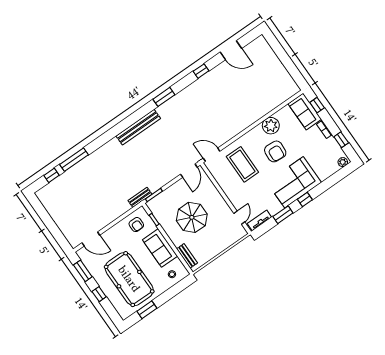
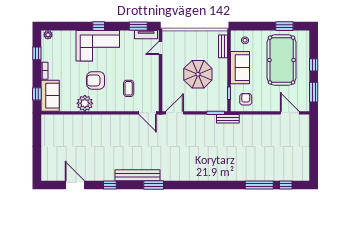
bench: (138, 127) -> (137, 175), moved
armchair: (275, 151) -> (96, 80), turned -94
coffee table: (242, 164) -> (129, 88), width x0.54, depth x0.58
window: (283, 215) -> (138, 26), moved

